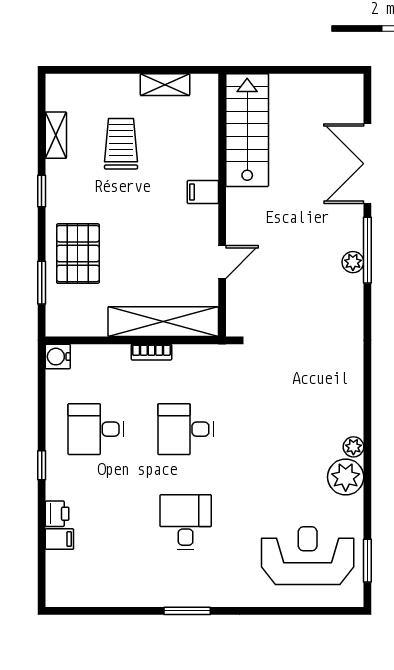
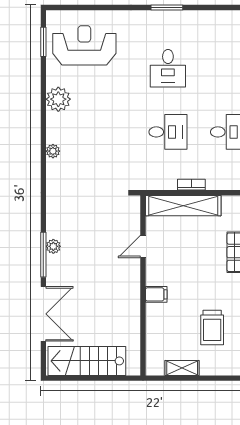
stairs: (247, 130) -> (87, 361), moved, turned 90
plant: (353, 447) -> (53, 151), moved
reception desk: (308, 556) -> (84, 45), turned 180

